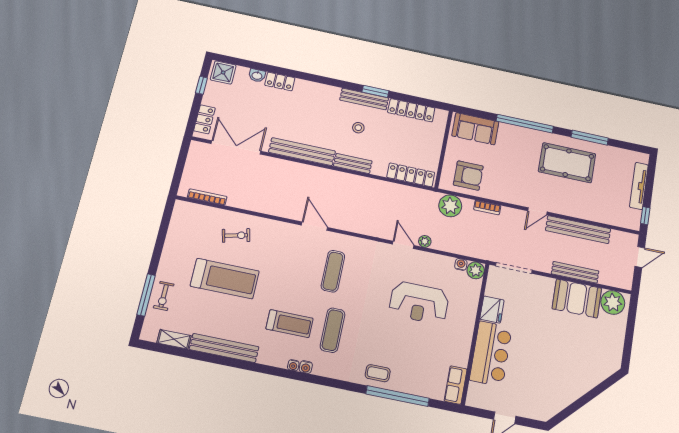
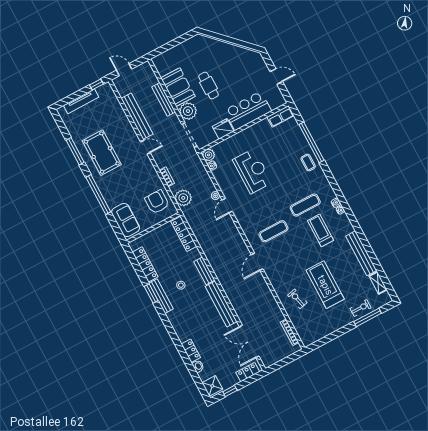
plant: (613, 303) -> (188, 111), moved
cafe table: (553, 333) -> (209, 86), added

